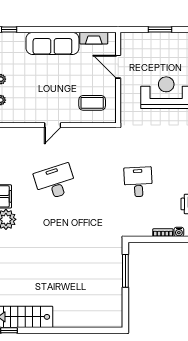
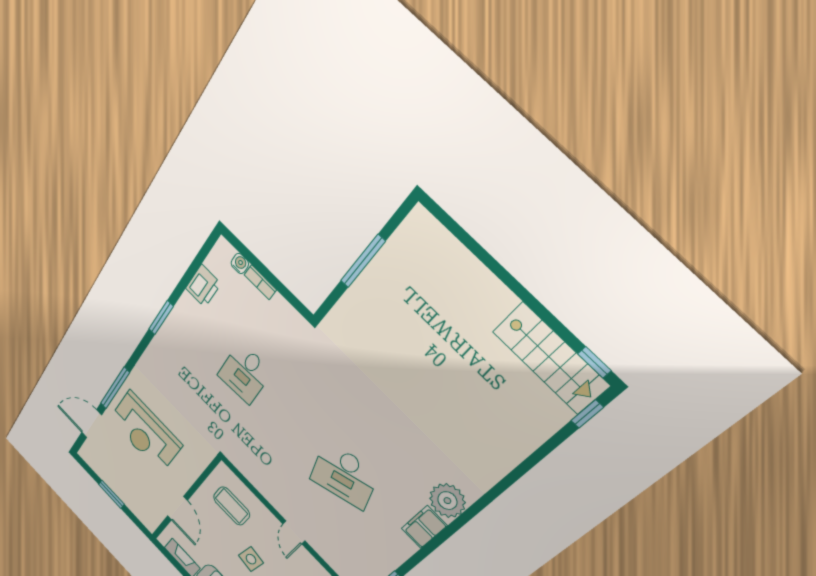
side table: (60, 84) -> (251, 559), added
door: (53, 125) -> (294, 532), swing flipped
window: (125, 271) -> (363, 261), moved

